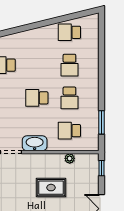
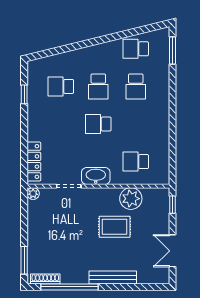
school desk: (69, 98) -> (98, 86), moved
window: (102, 122) -> (172, 50), moved
plant: (70, 158) -> (131, 199), width x1.88, depth x1.88

